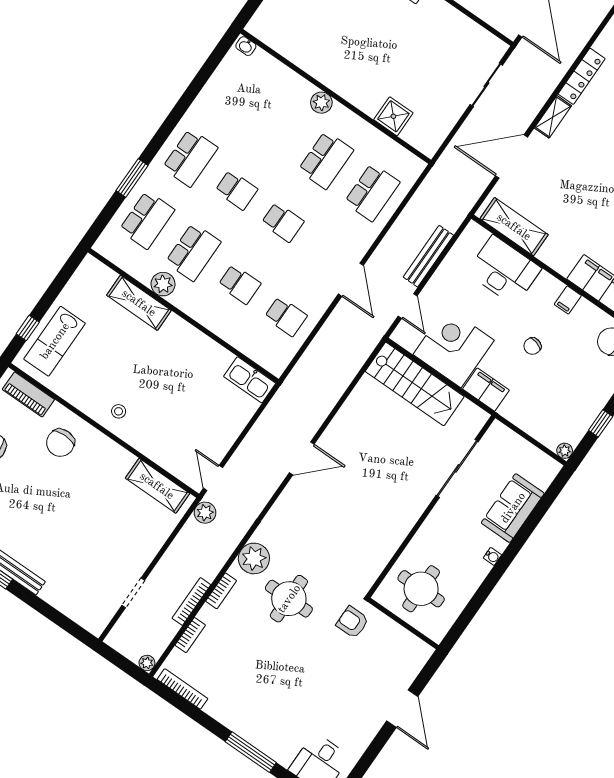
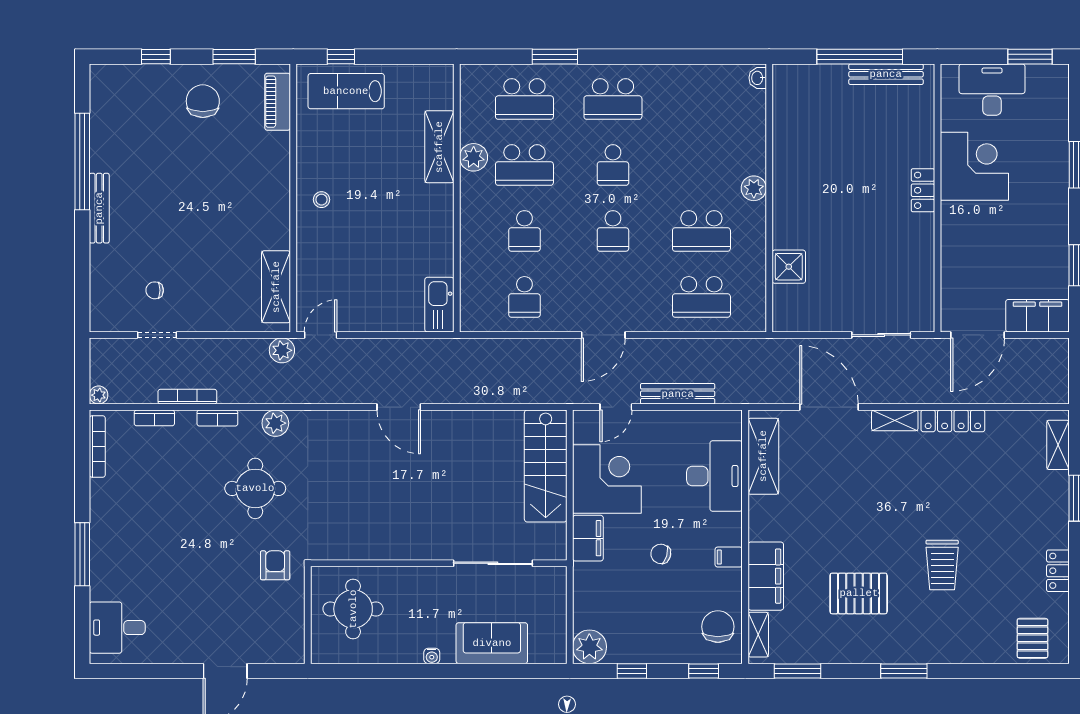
chair: (60, 443) -> (155, 290), moved, width x0.54, depth x0.54
plant: (565, 451) -> (589, 647), width x1.88, depth x1.88
plant: (254, 558) -> (275, 423), width x0.73, depth x0.73

